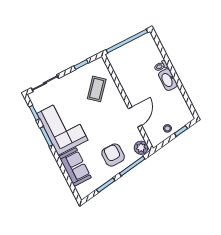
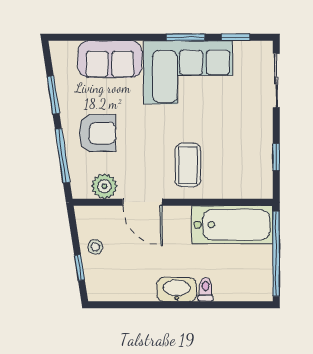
bathtub: (124, 69) -> (232, 225), added
coffee table: (97, 89) -> (188, 165), moved, turned 49
plant: (141, 148) -> (104, 186), moved

